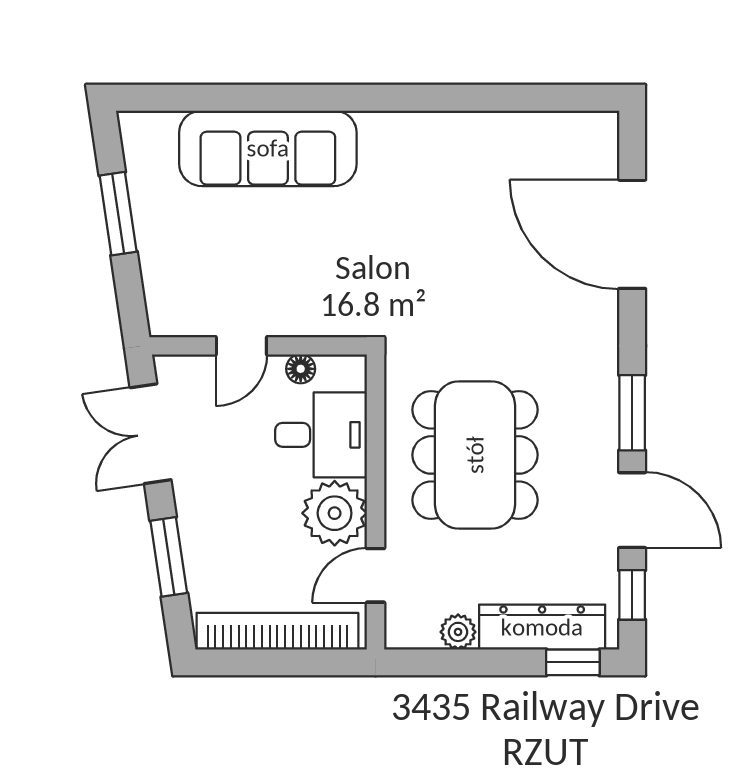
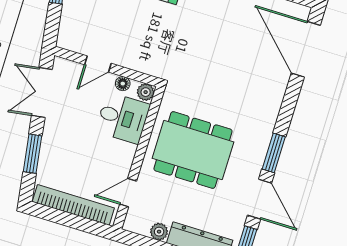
door: (632, 234) -> (306, 49), moved
dining table: (475, 455) -> (193, 150), turned 90
plant: (335, 513) -> (146, 92), moved, width x0.53, depth x0.53

